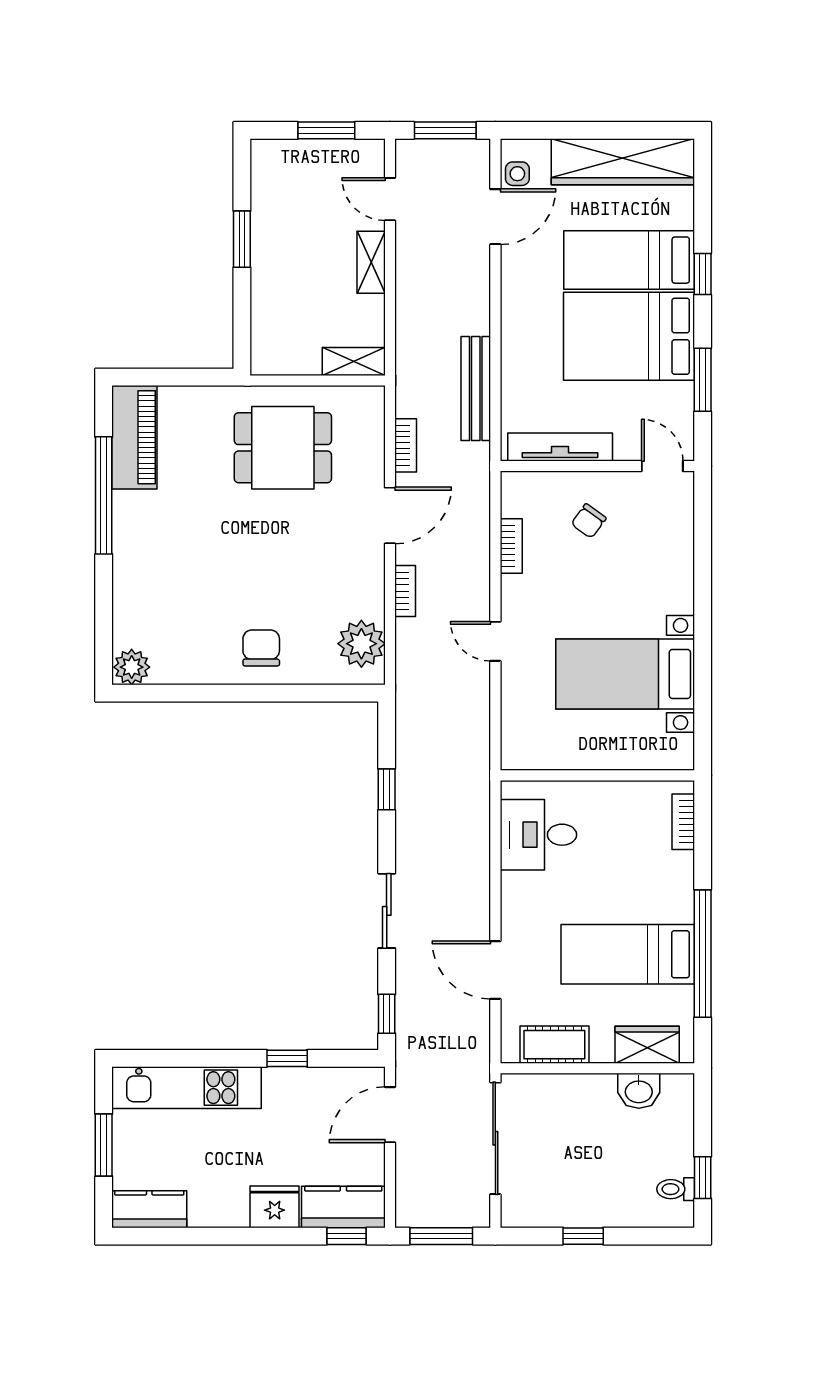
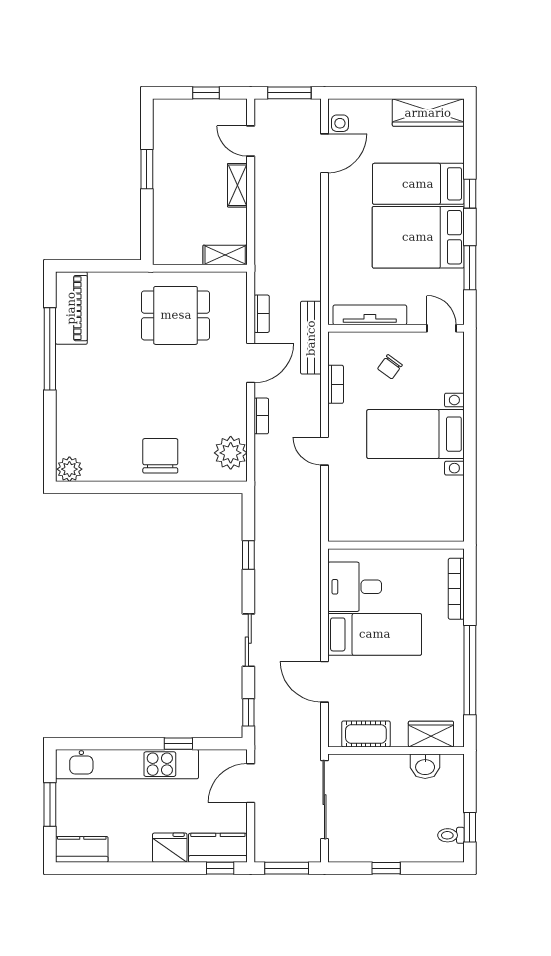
window: (326, 130) -> (206, 93), width x0.67
wardrobe: (623, 162) -> (428, 113), width x0.71, depth x0.85
bench: (476, 388) -> (311, 338), moved
chair: (261, 648) -> (160, 456), width x1.37, depth x1.37
bed with nightstands: (625, 674) -> (416, 434), moved
bookcase: (683, 822) -> (456, 589), width x1.56
bed: (628, 954) -> (375, 634), moved, turned 180
kitchen unit: (187, 1088) -> (127, 764), width x1.36

